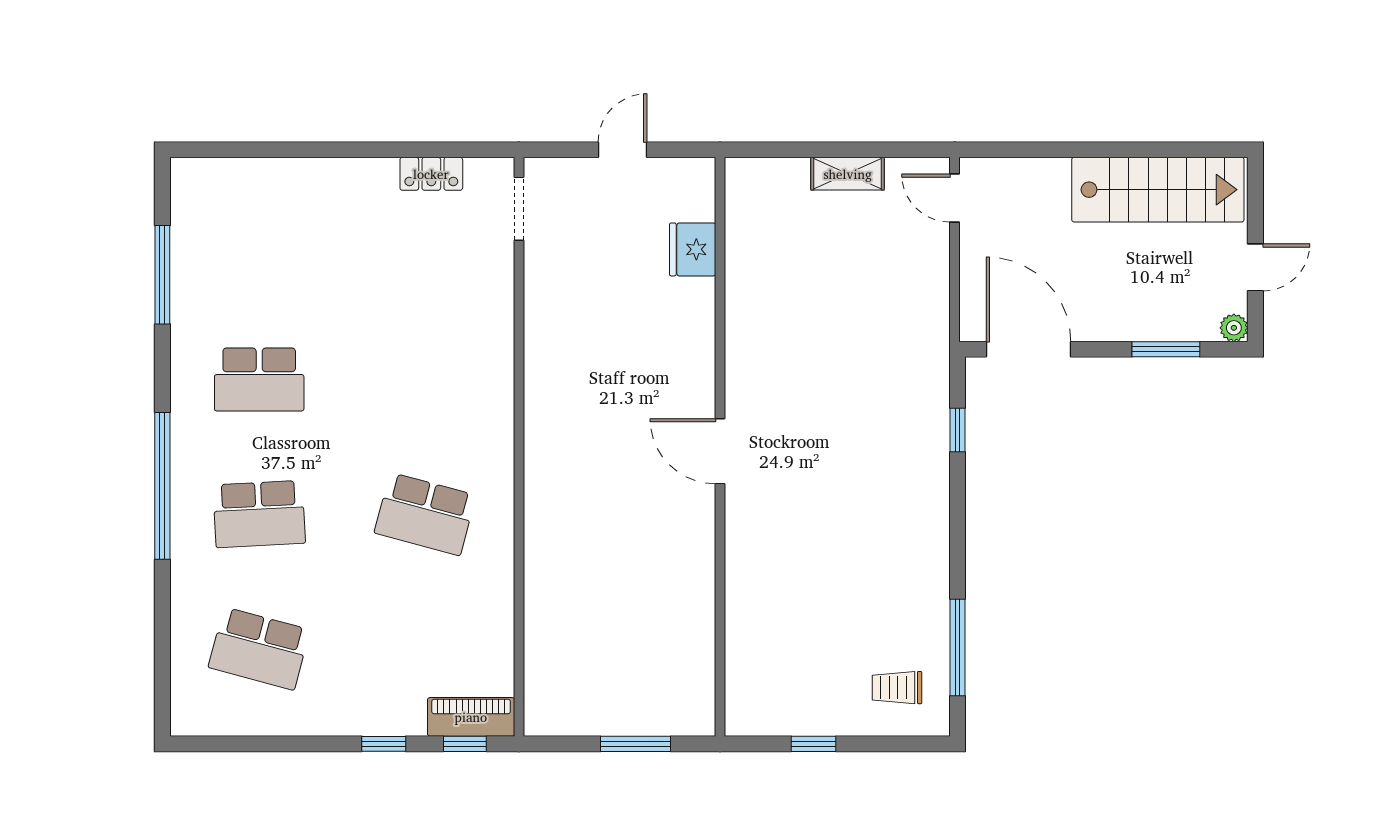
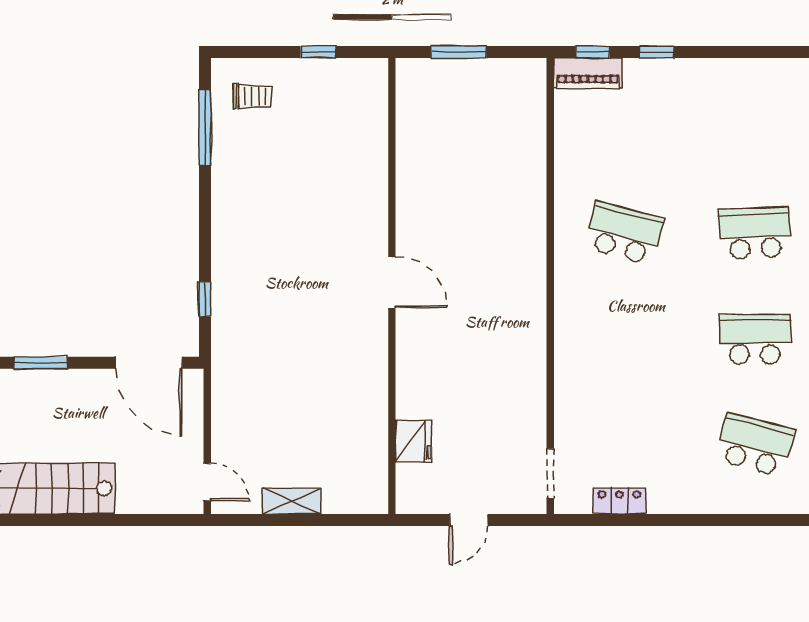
school desk: (259, 649) -> (755, 445), moved

